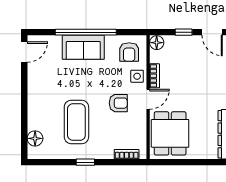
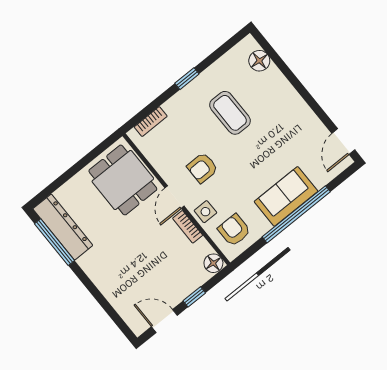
coffee table: (76, 122) -> (230, 113), width x0.73, depth x0.76

